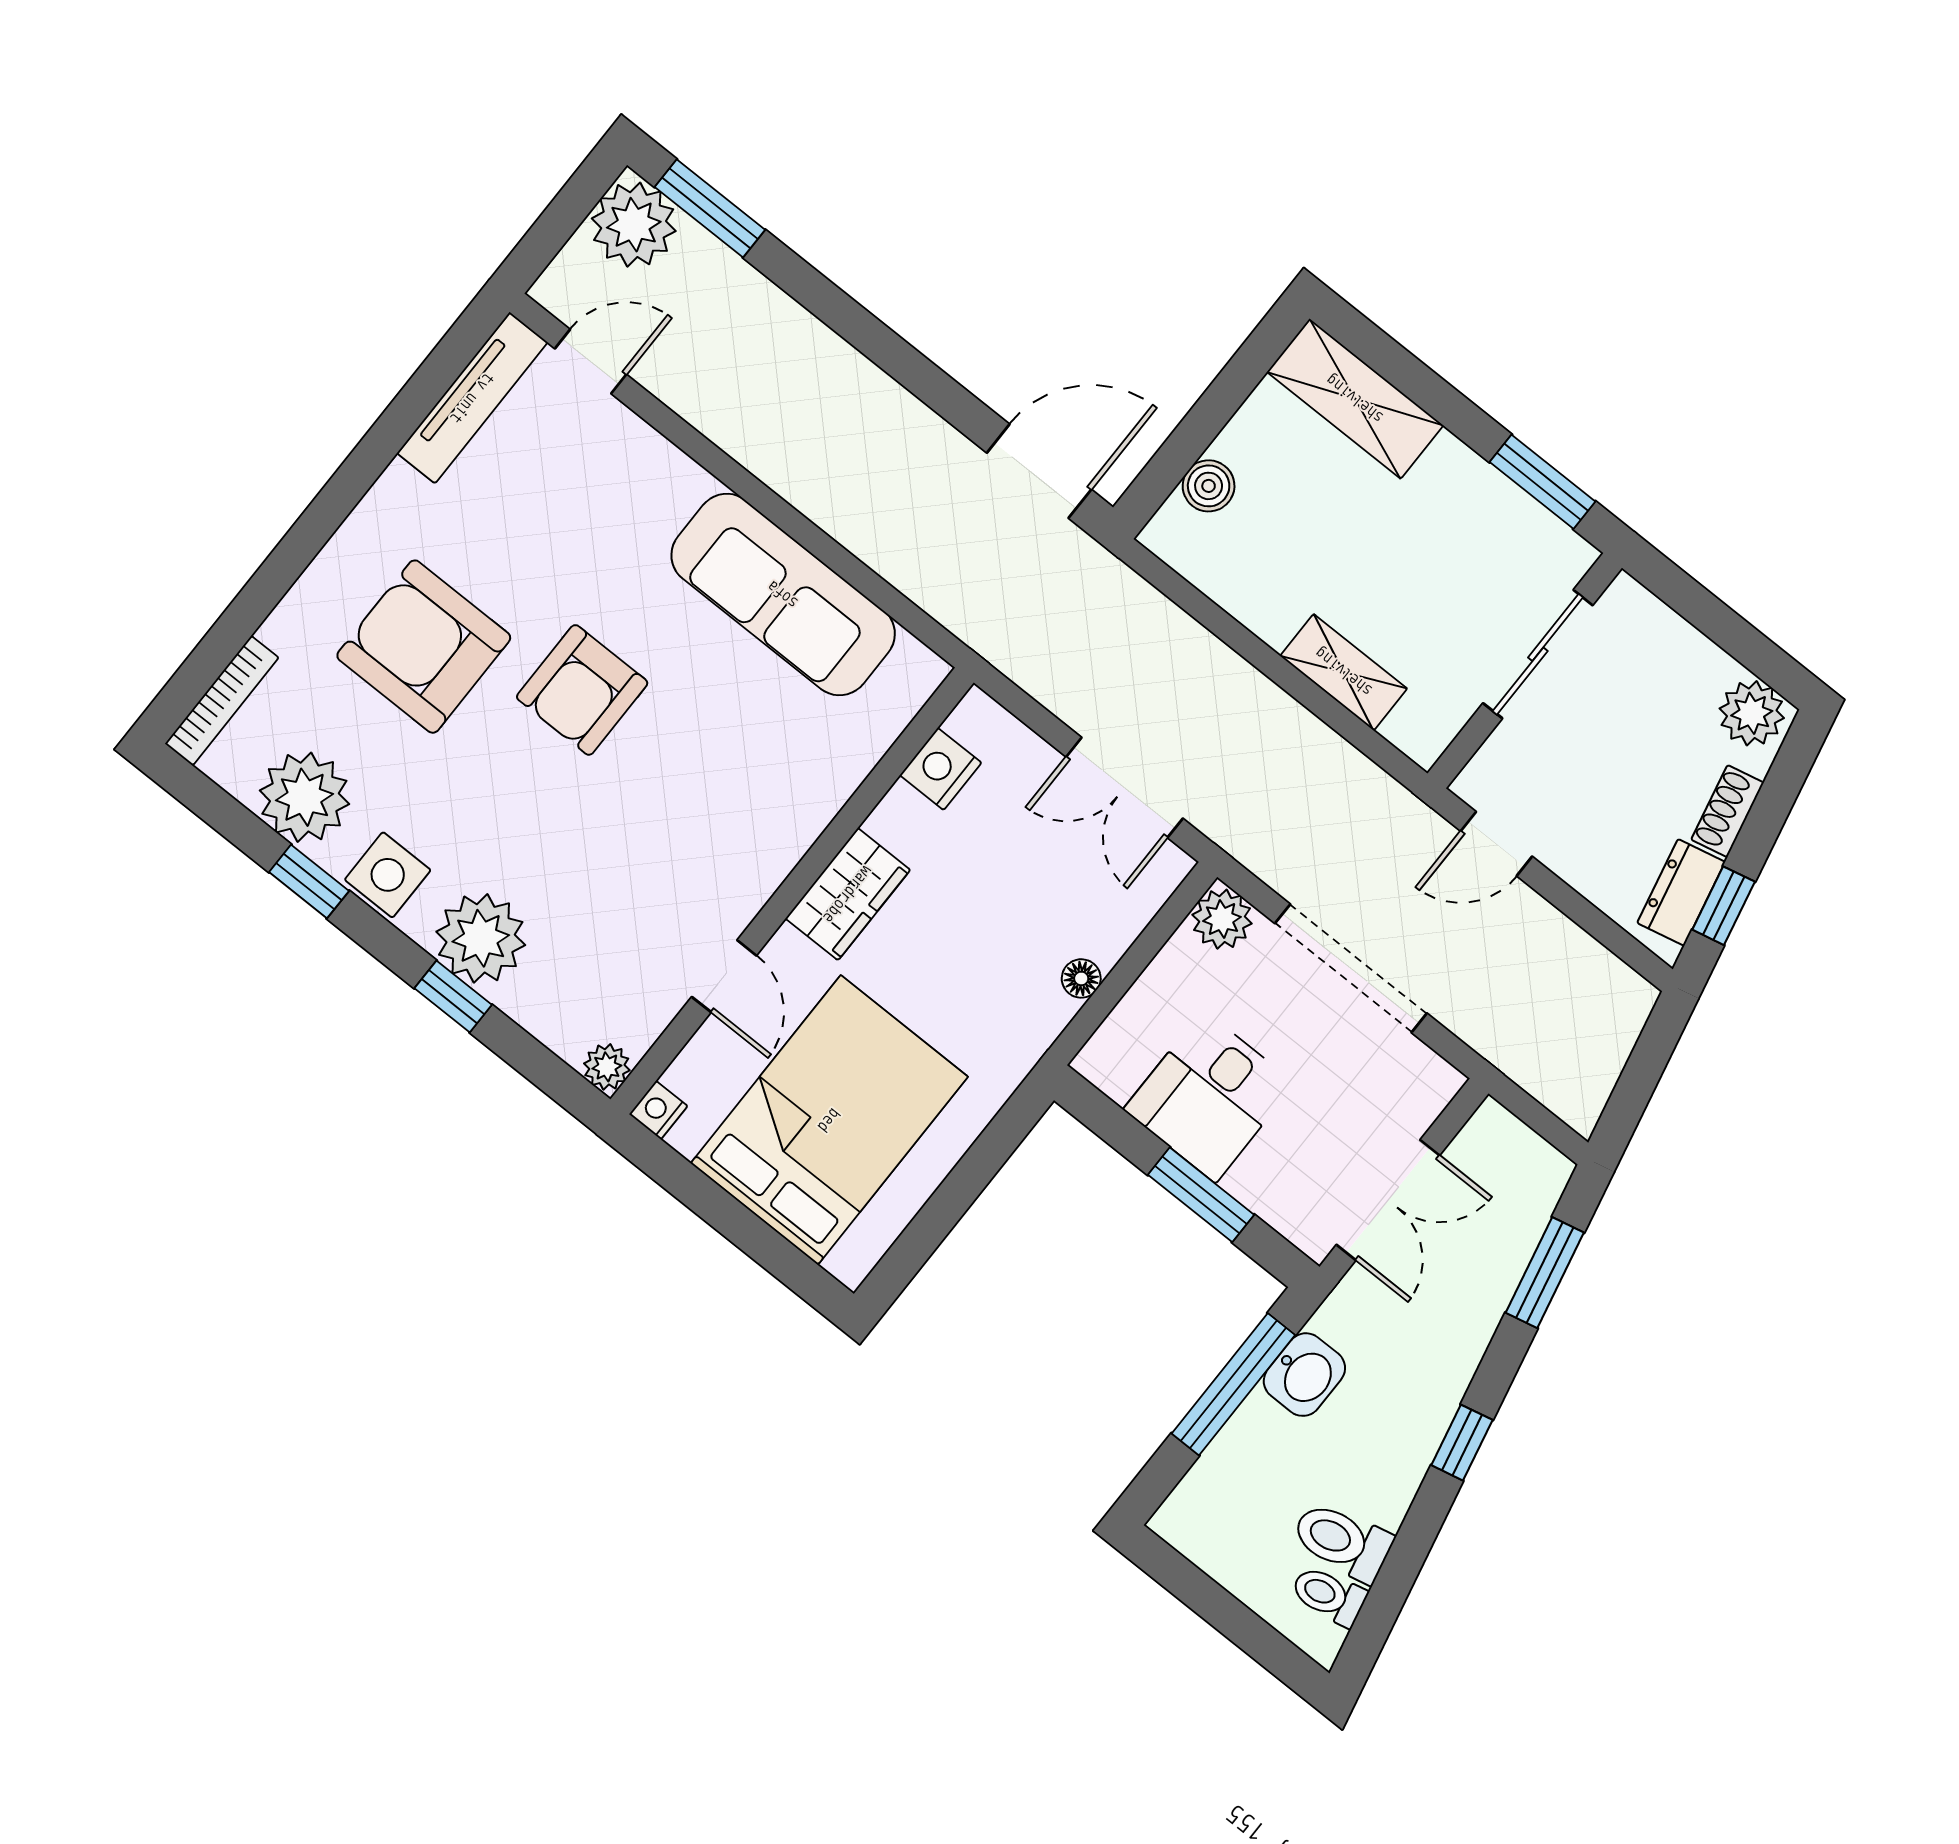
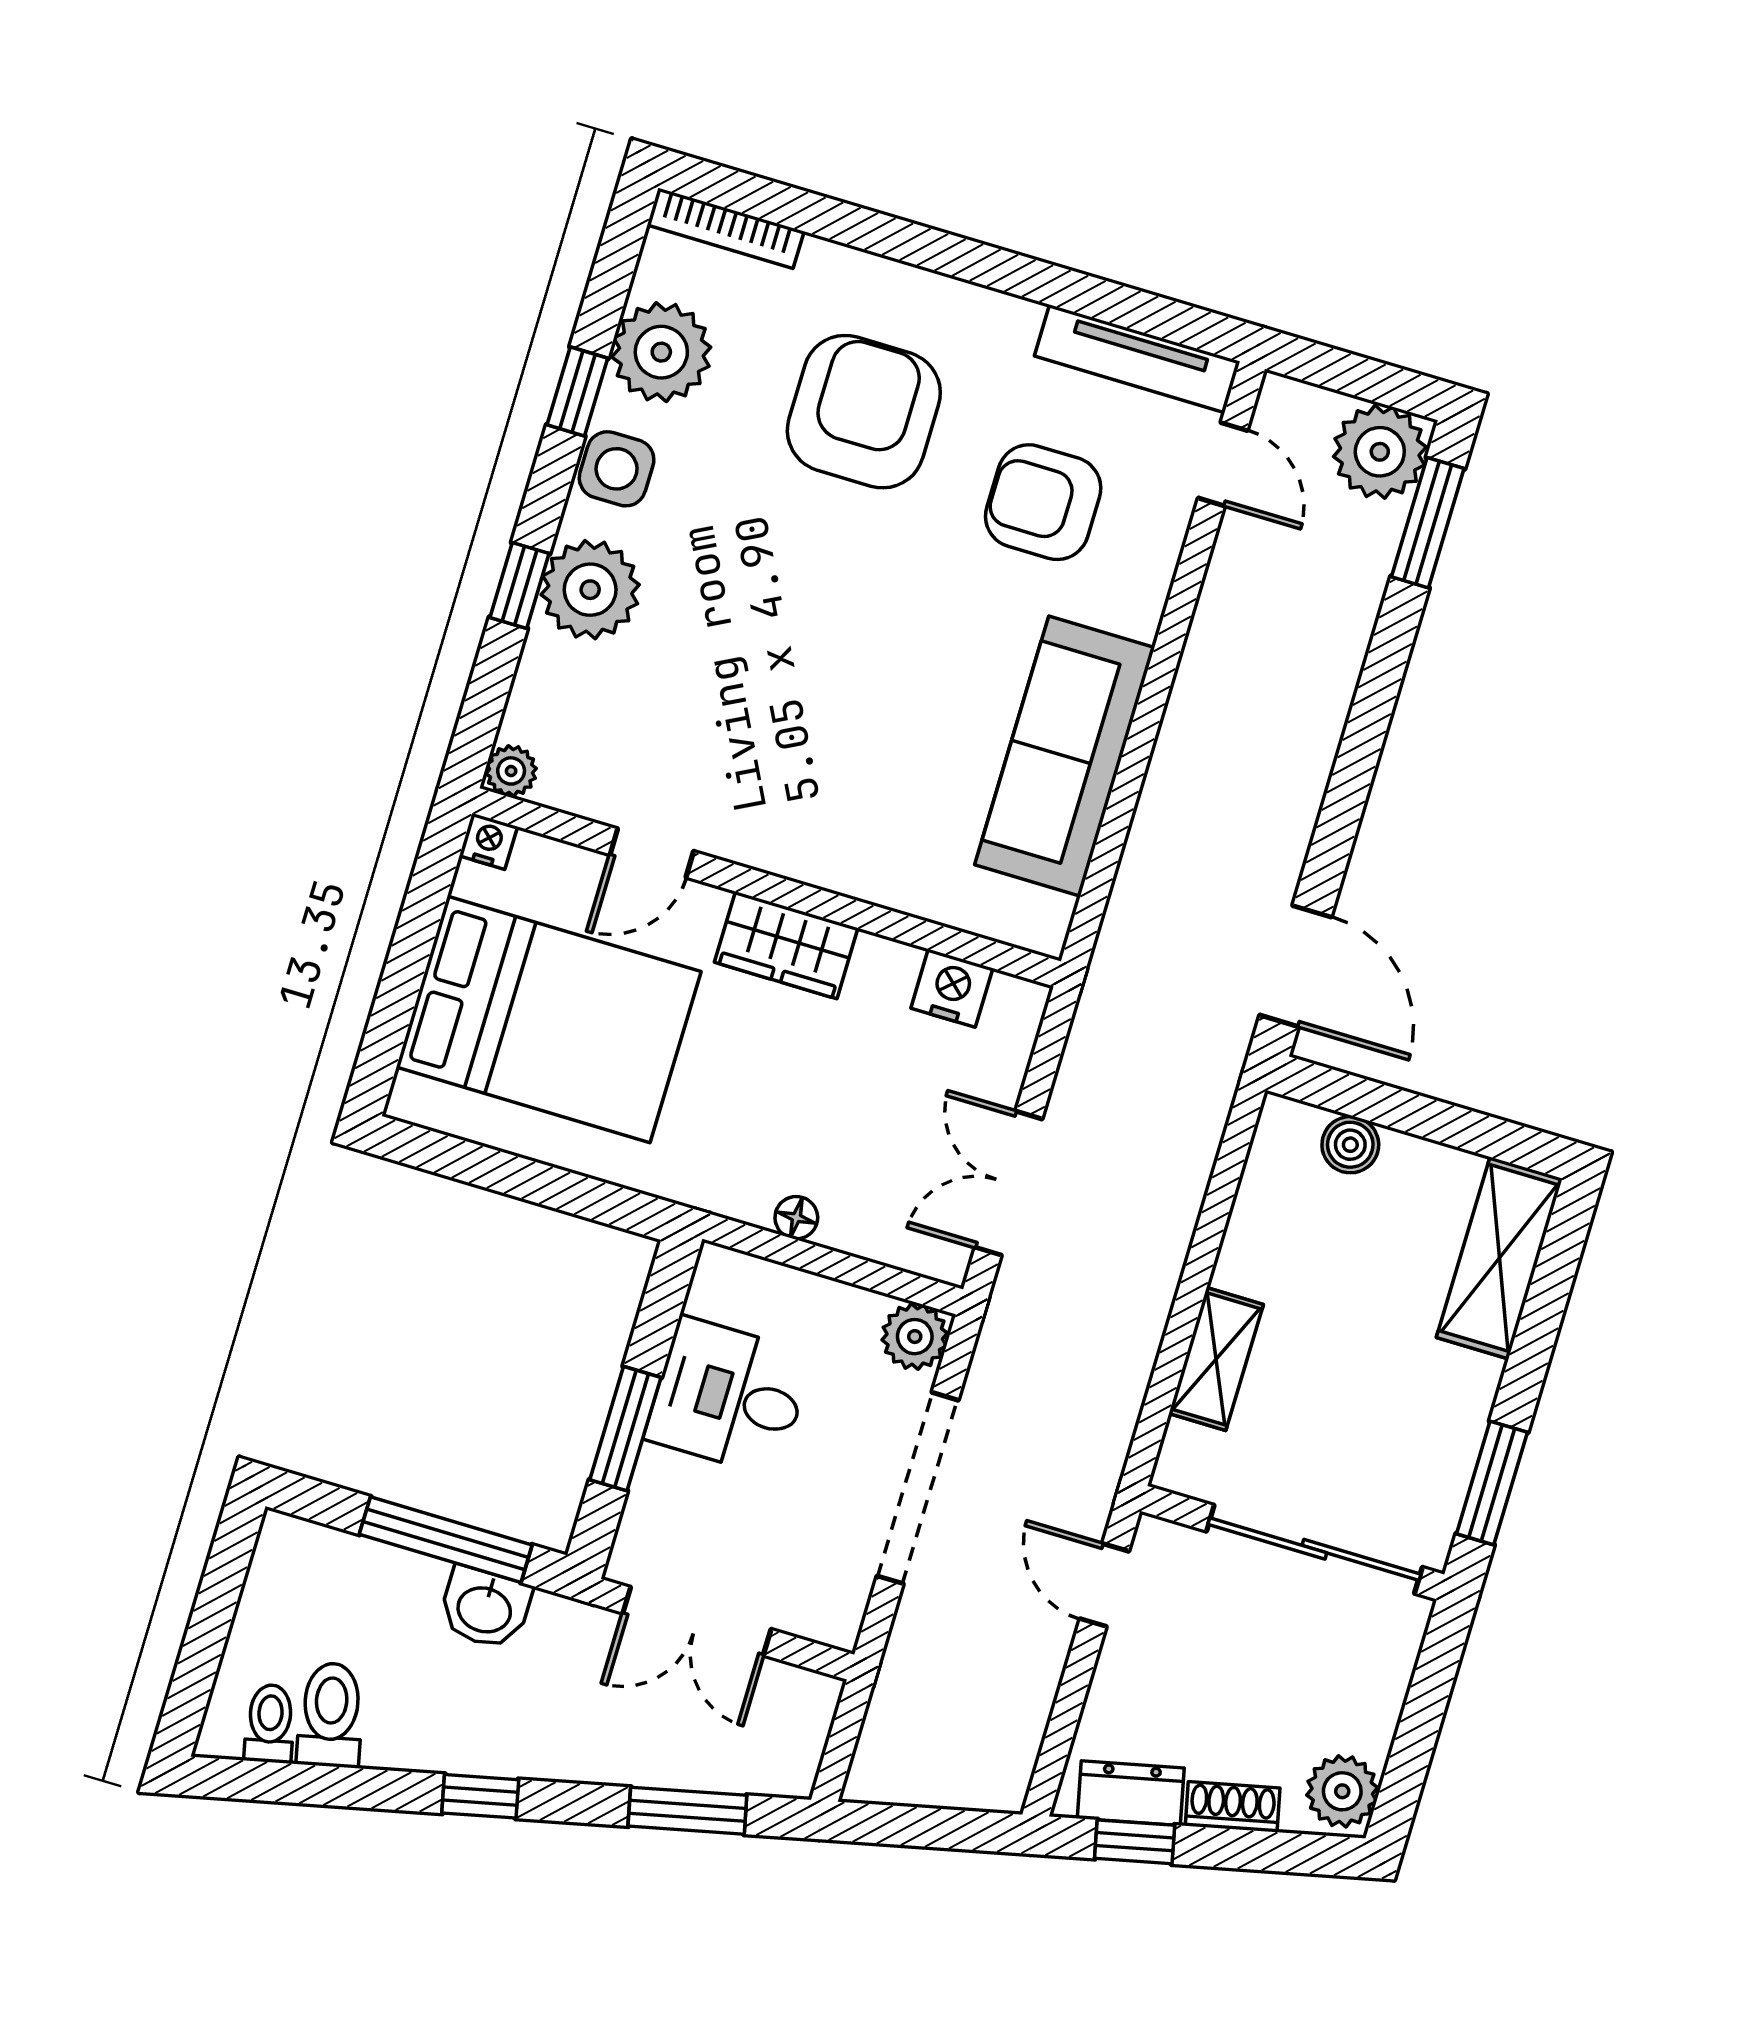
sliding door: (1538, 654) -> (1314, 1549), width x1.37
armchair: (582, 690) -> (1043, 502), moved

